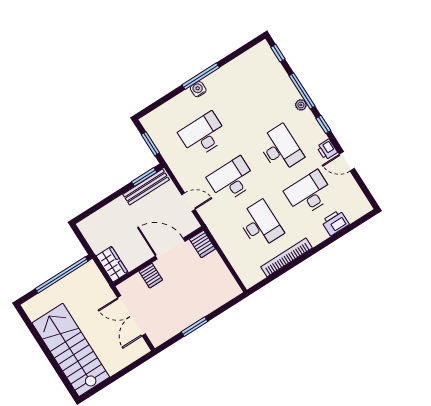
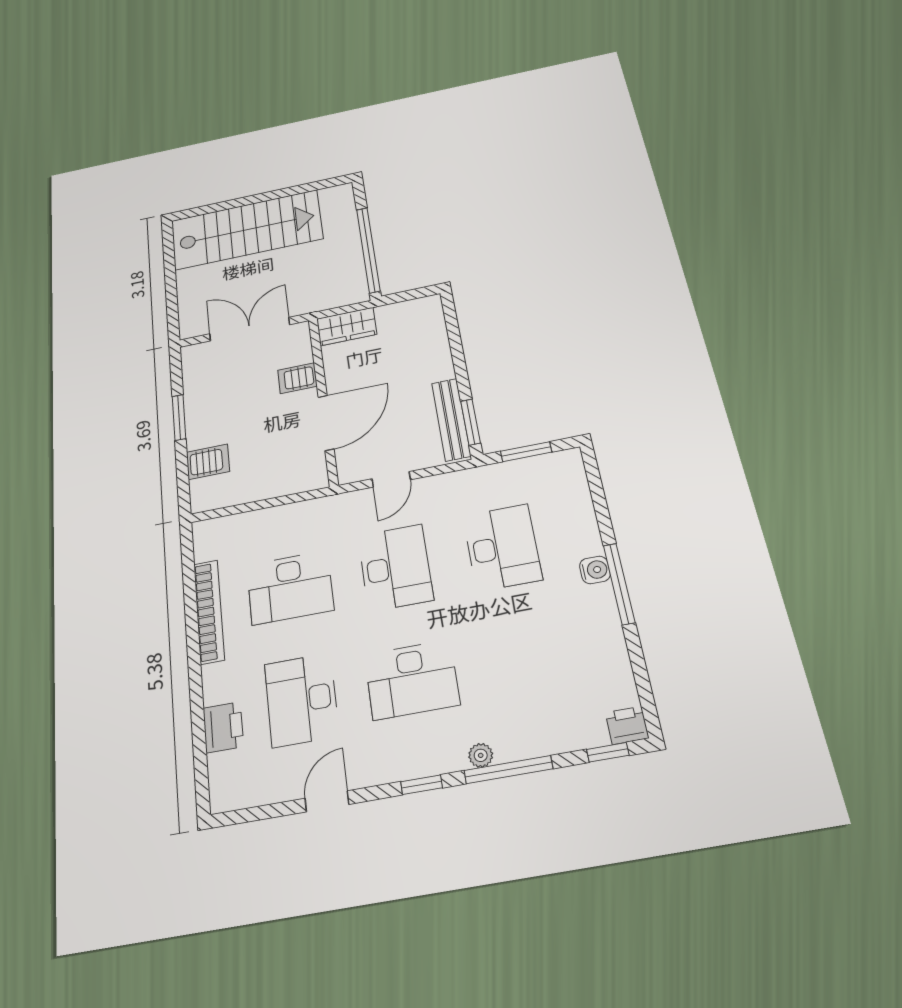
printer: (327, 150) -> (627, 725), moved
desk: (309, 193) -> (302, 700), turned 180
server rack: (202, 244) -> (208, 462), moved, turned 180

